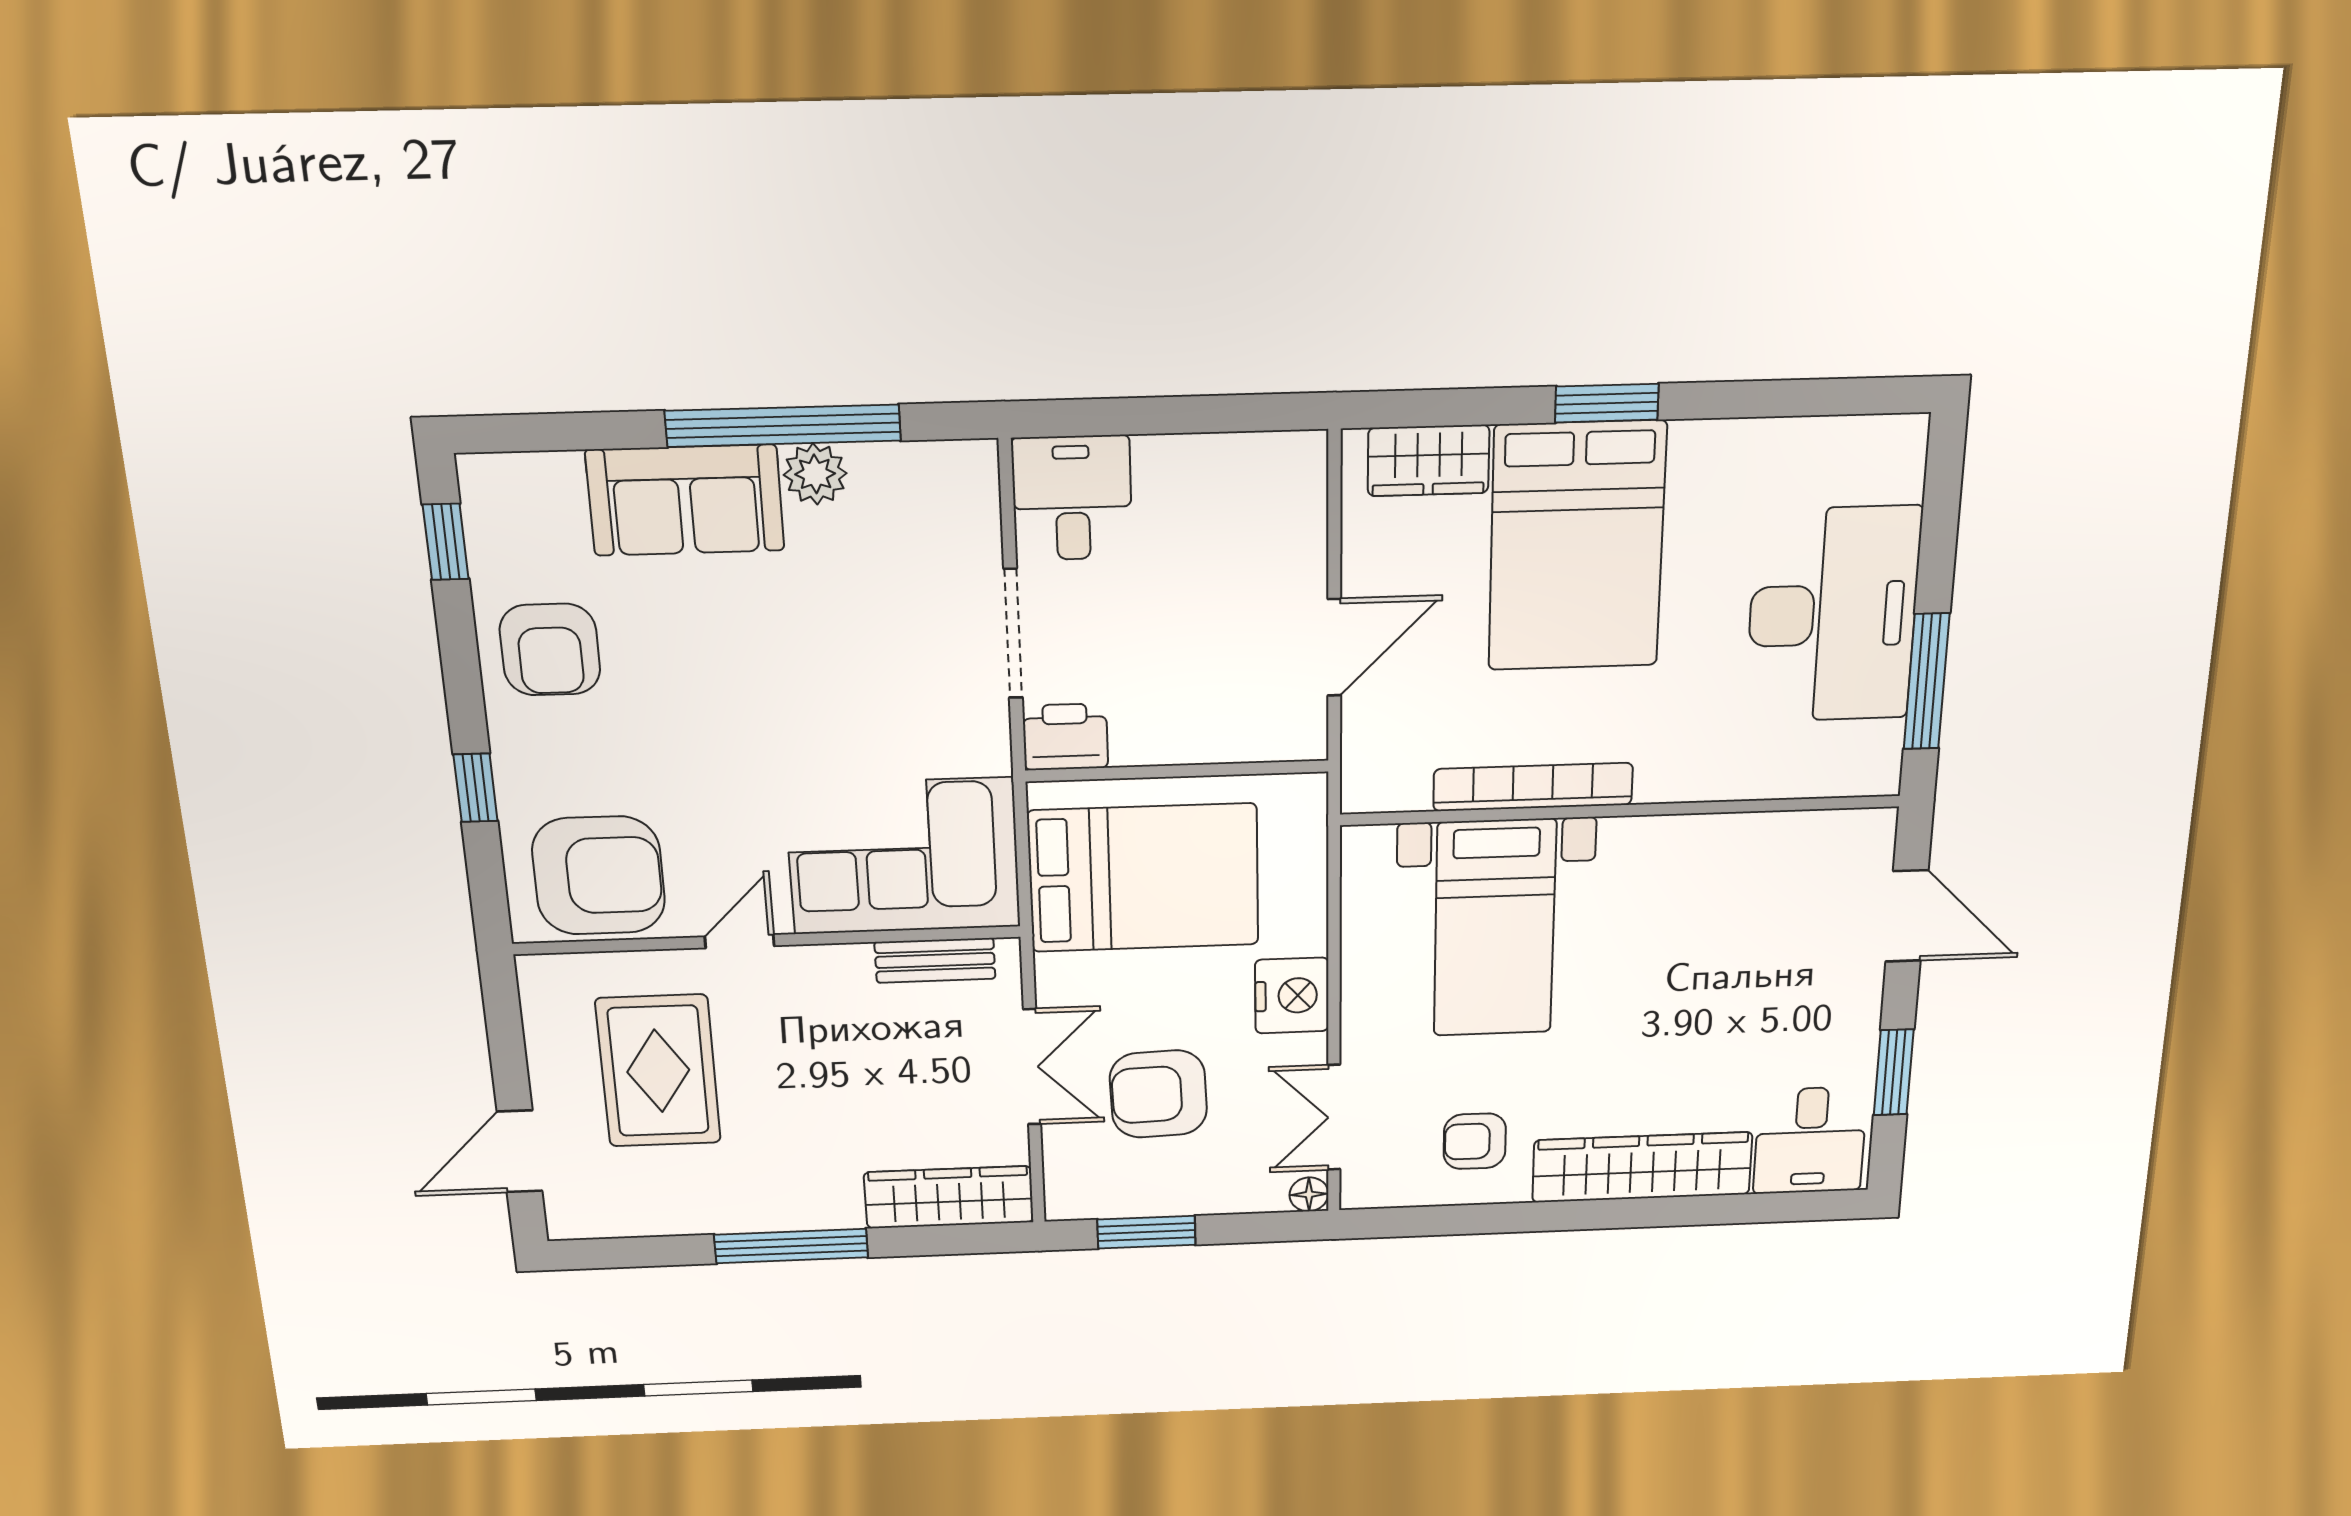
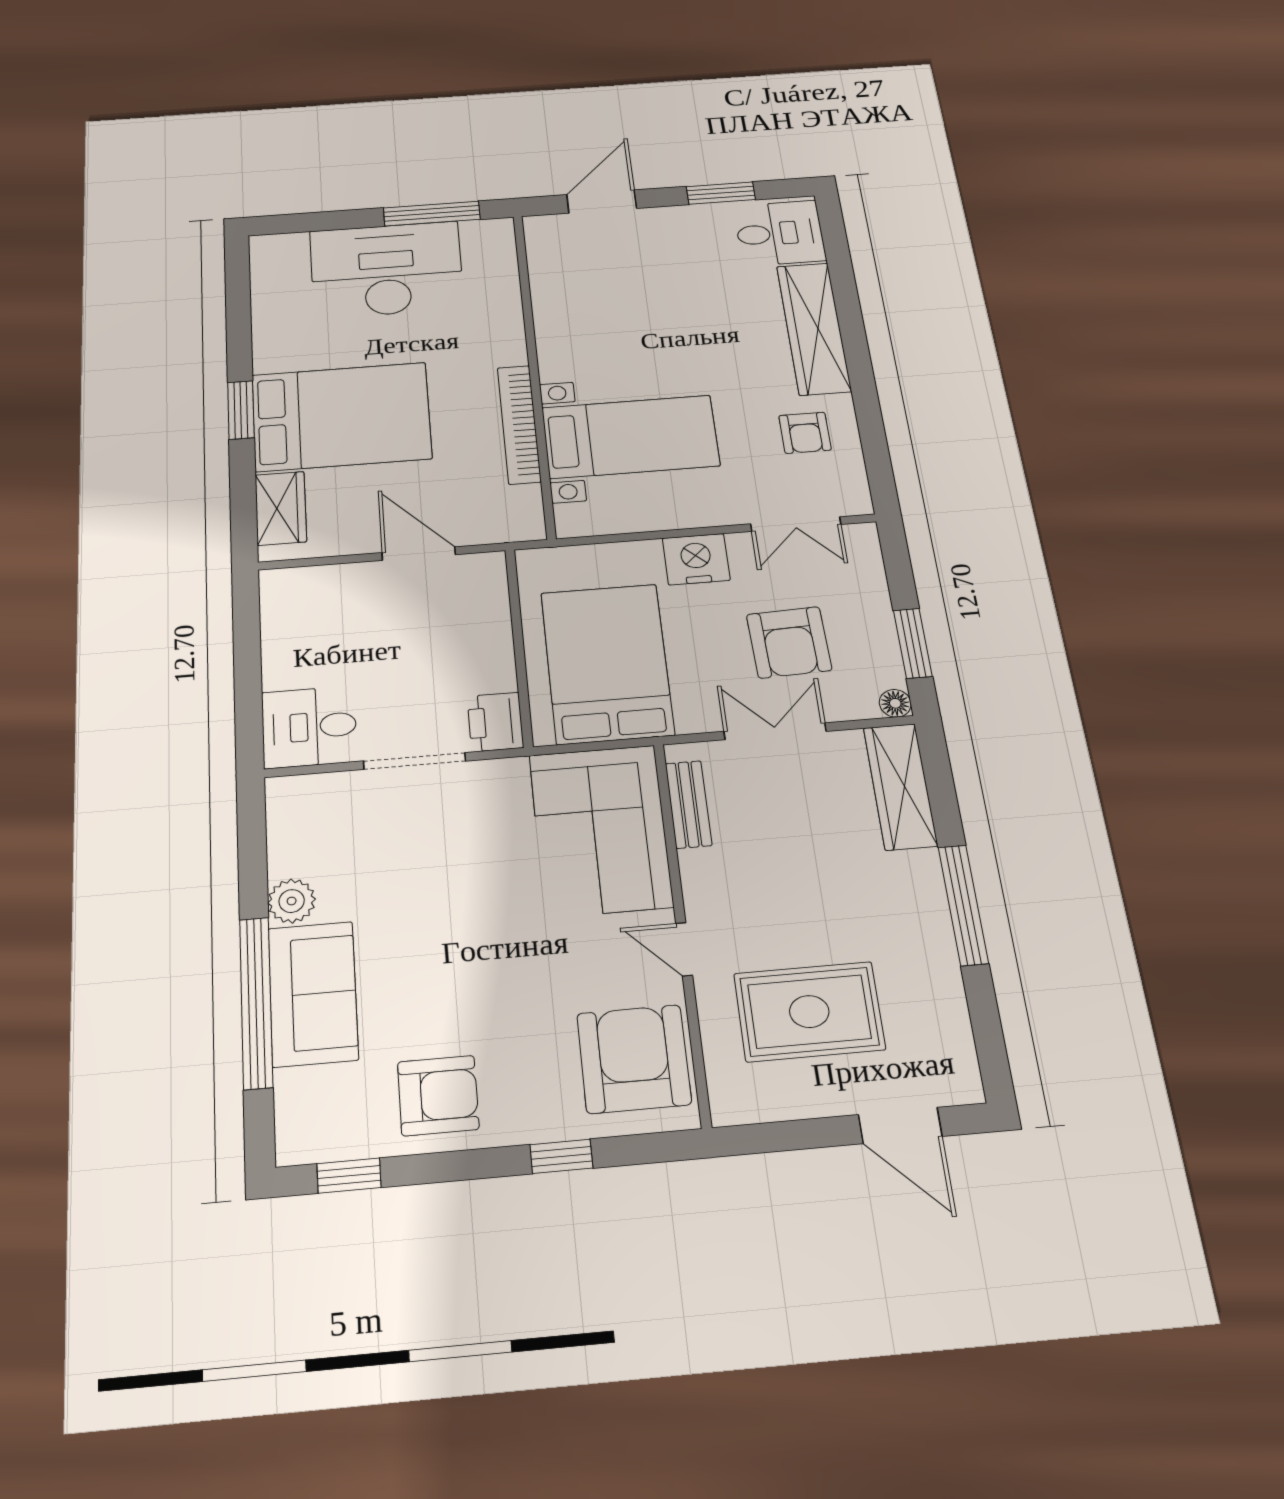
window: (783, 426) -> (256, 1002), moved
floor lamp: (1309, 1194) -> (895, 703), moved

